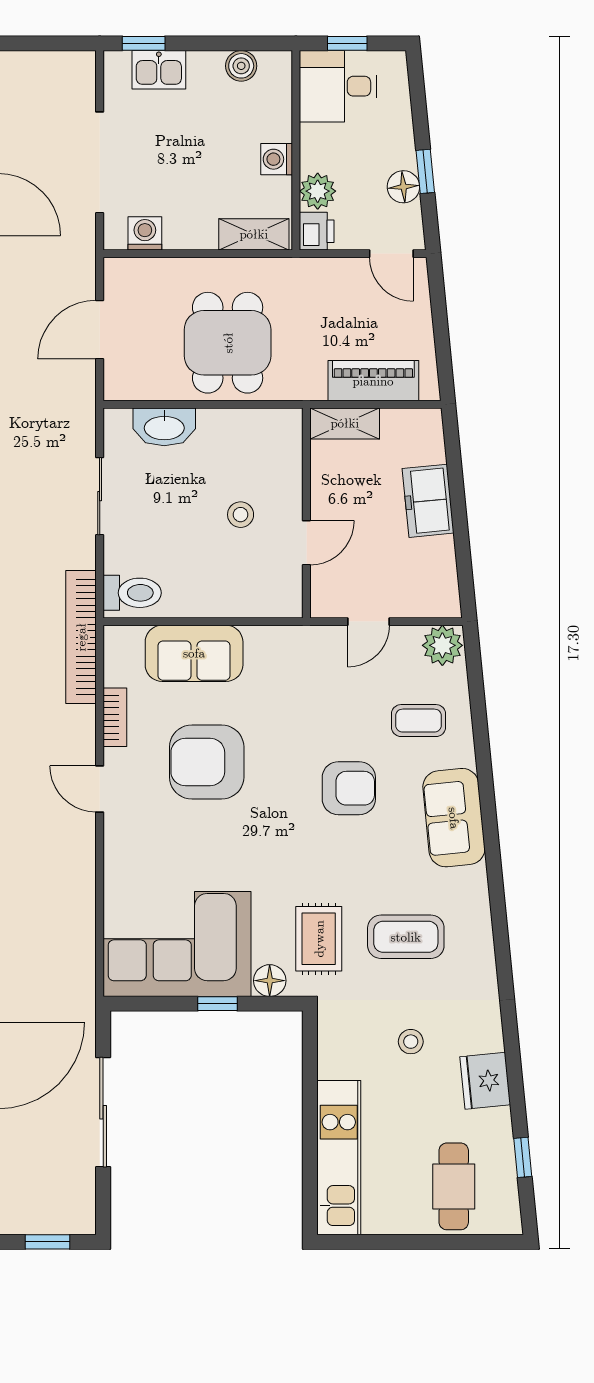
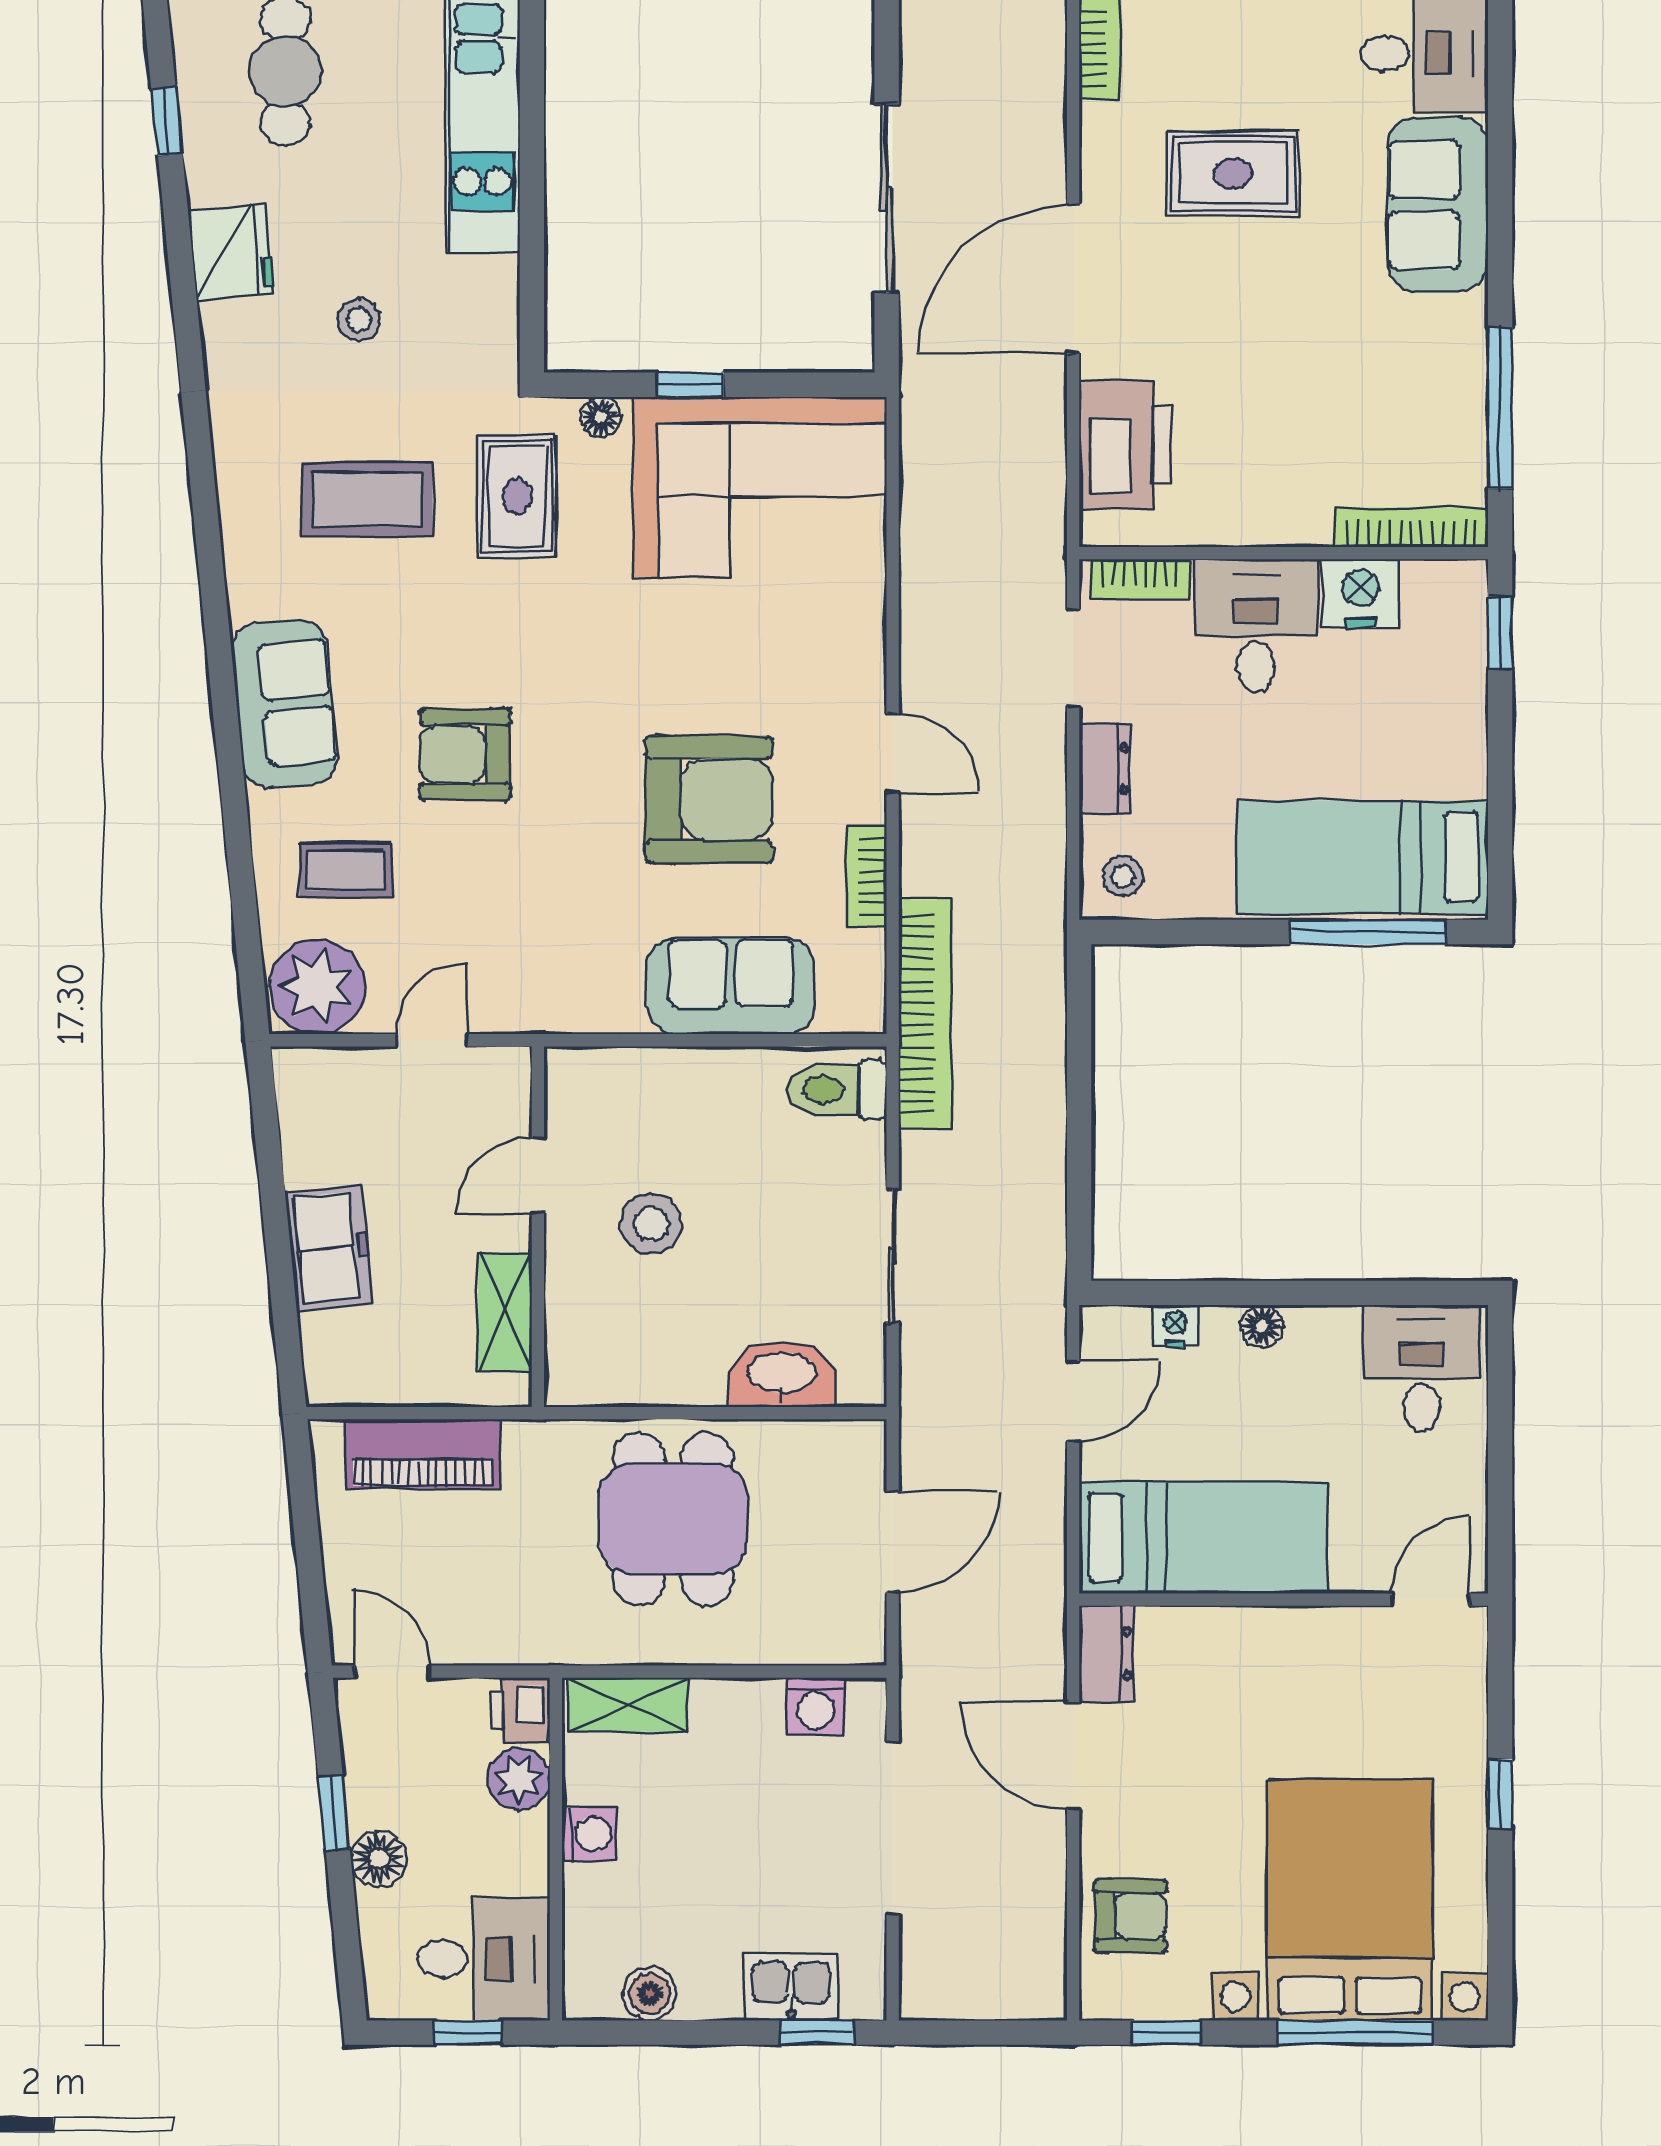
floor lamp: (403, 187) -> (379, 1859), moved
shelving: (345, 423) -> (505, 1312), moved, turned 90
stool: (241, 515) -> (651, 1224), width x1.37, depth x1.37
plant: (442, 645) -> (317, 987), width x1.36, depth x1.36
floor lamp: (270, 981) -> (601, 417), width x0.73, depth x0.73

